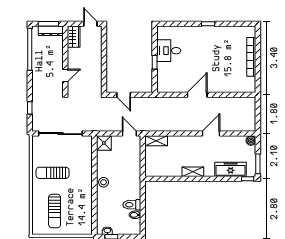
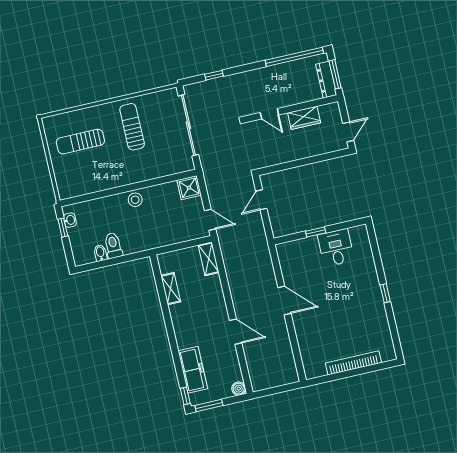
wardrobe: (74, 37) -> (304, 118), moved
door: (129, 134) -> (210, 220), hinge flipped
shelving: (193, 172) -> (171, 289), moved

